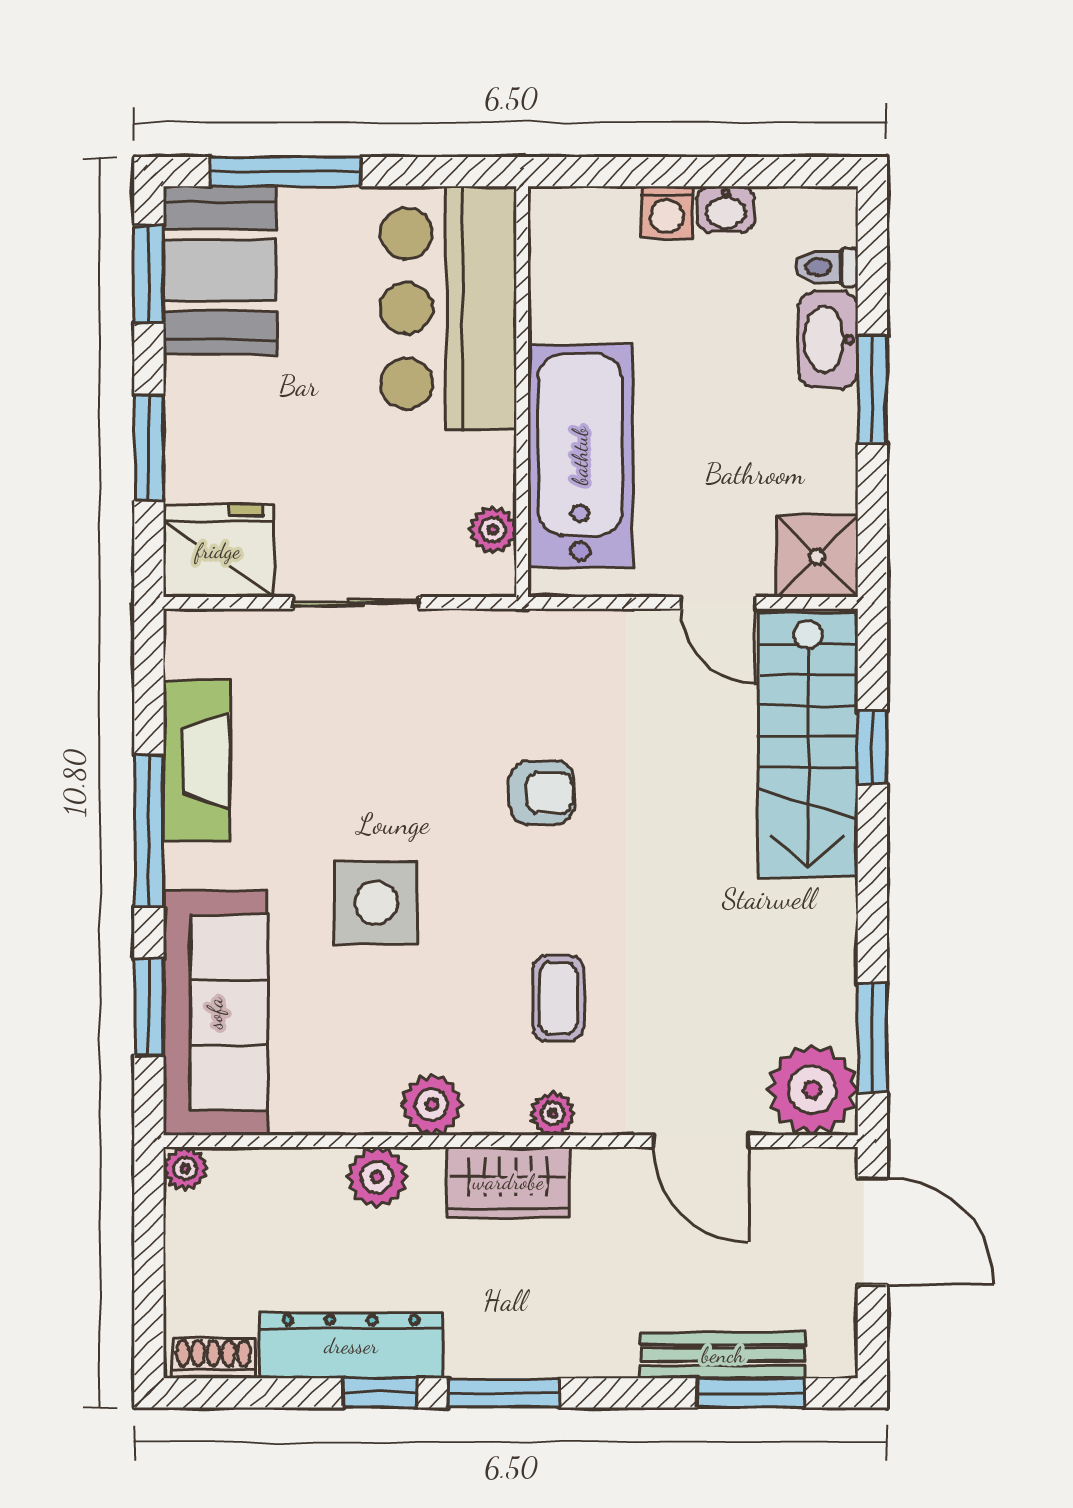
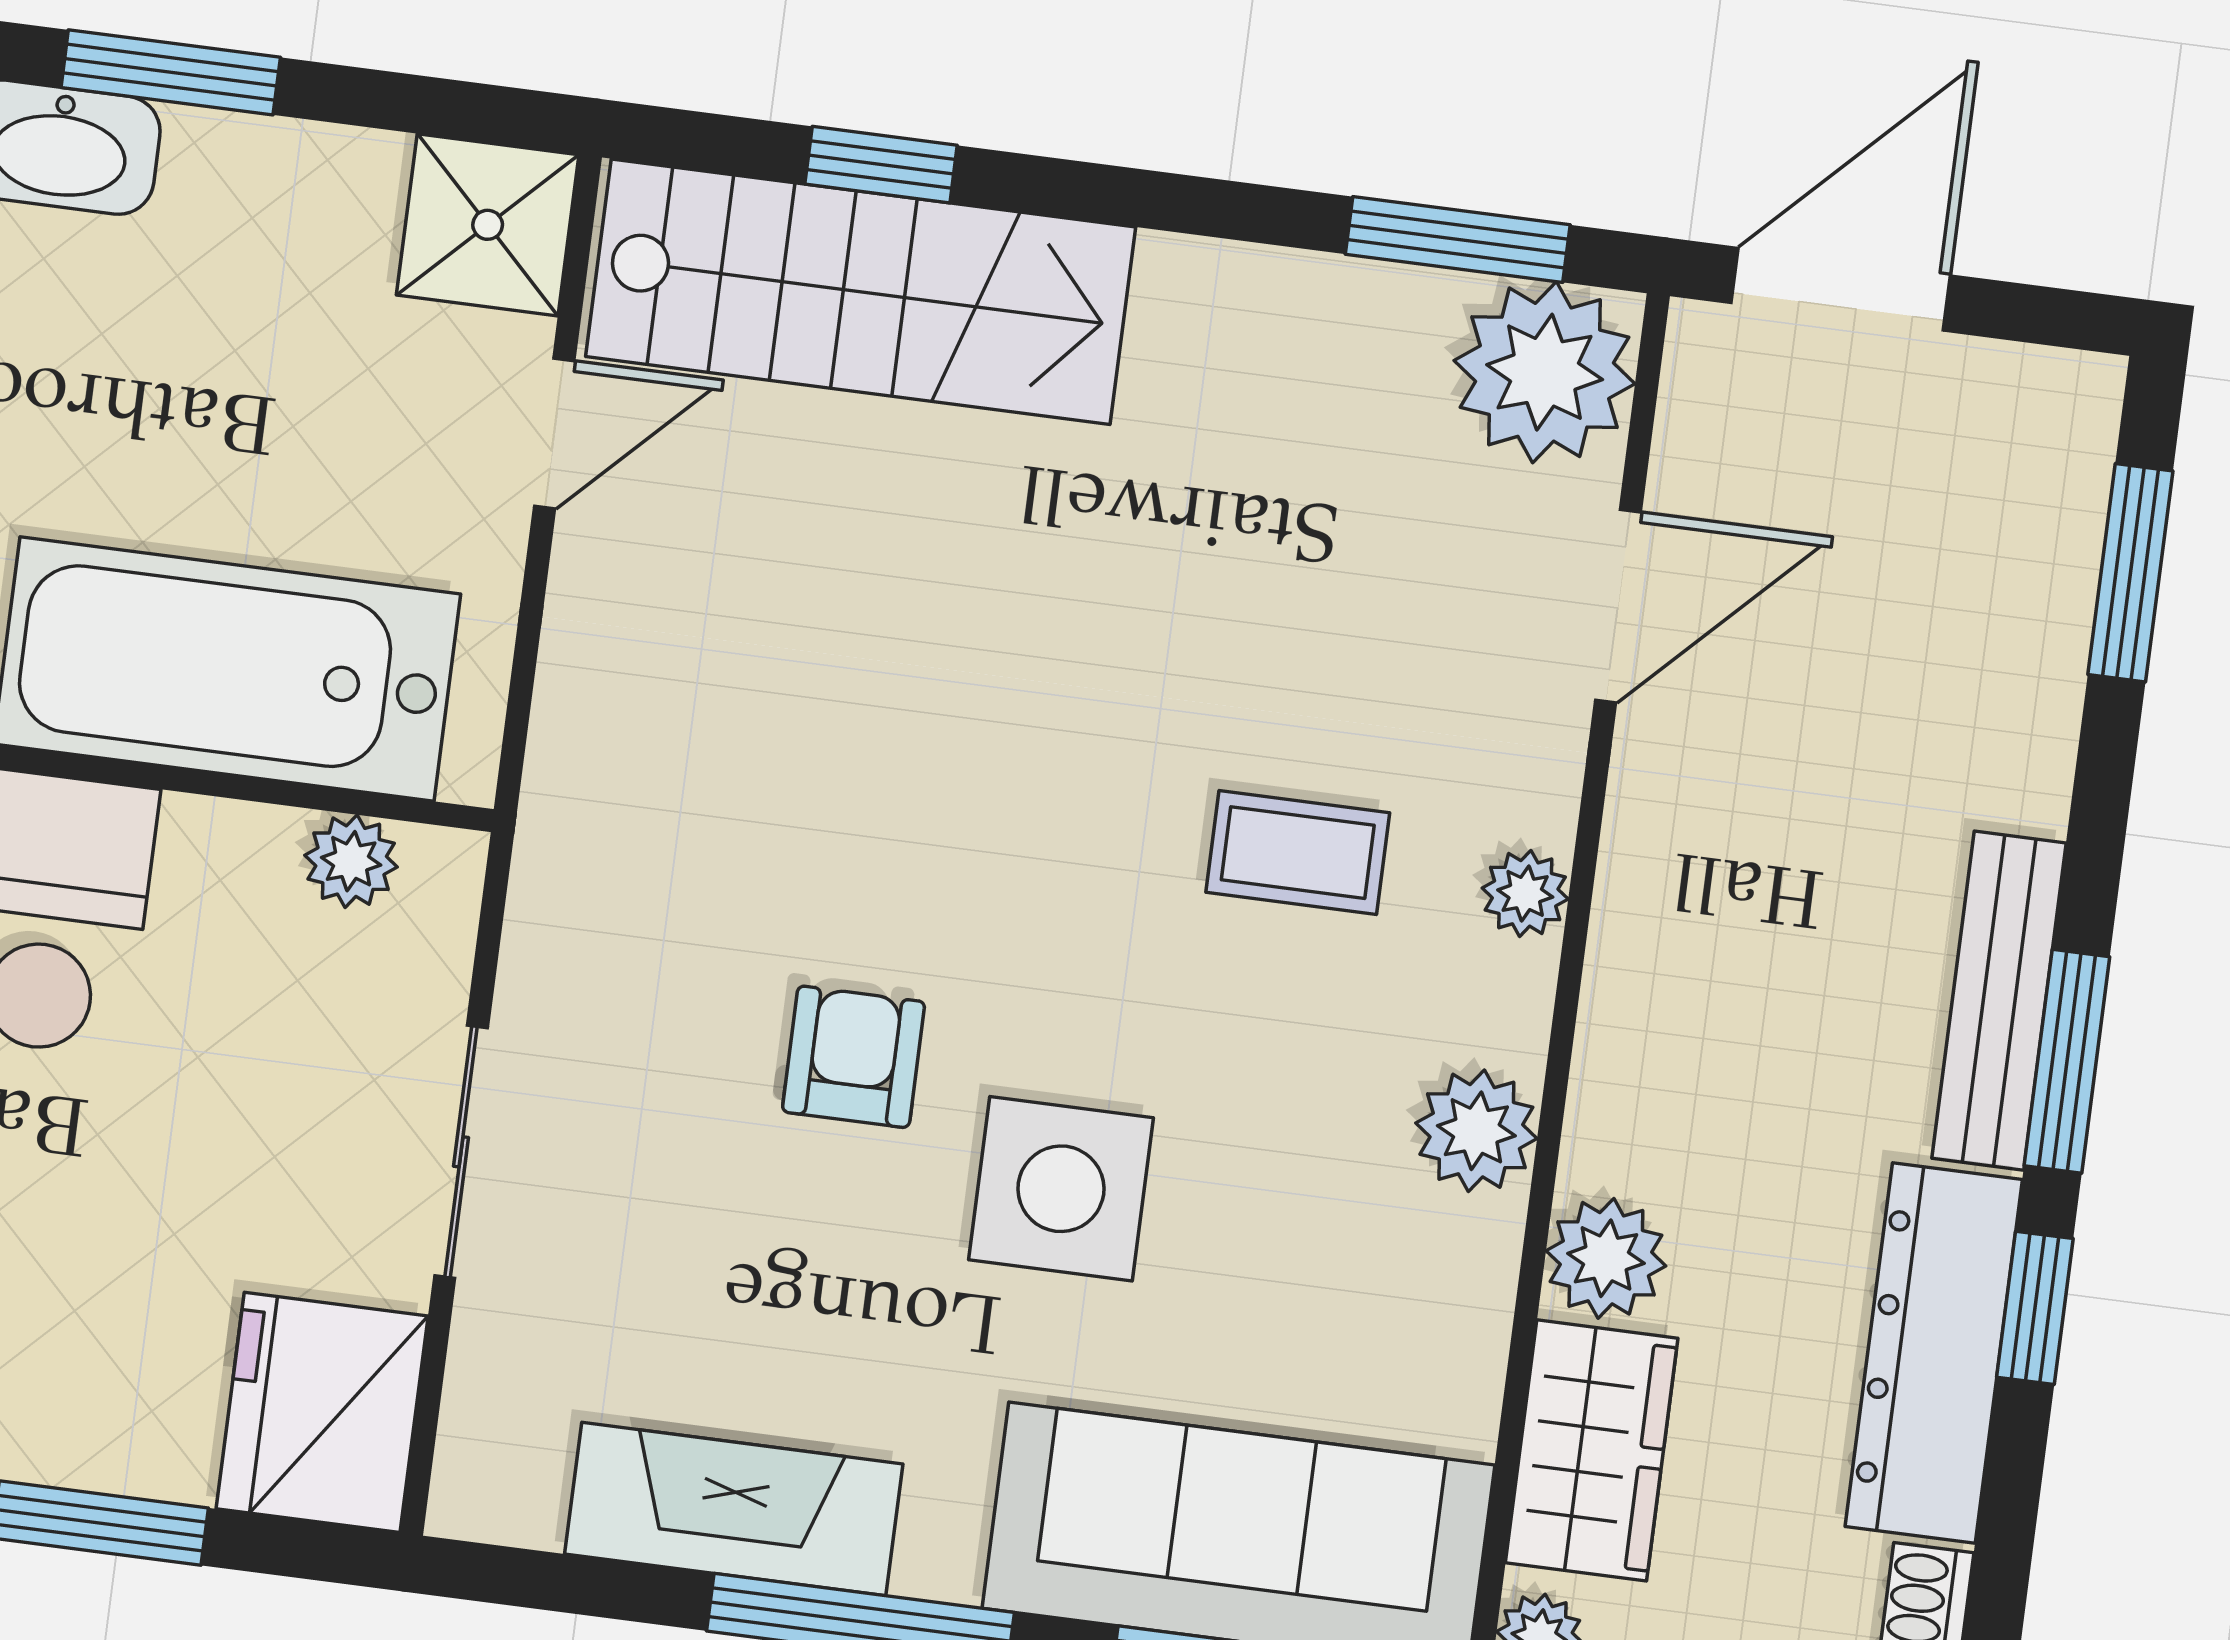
armchair: (542, 793) -> (854, 1057), moved
wardrobe: (508, 1182) -> (1592, 1450), moved
bench: (723, 1355) -> (1999, 1001), moved

